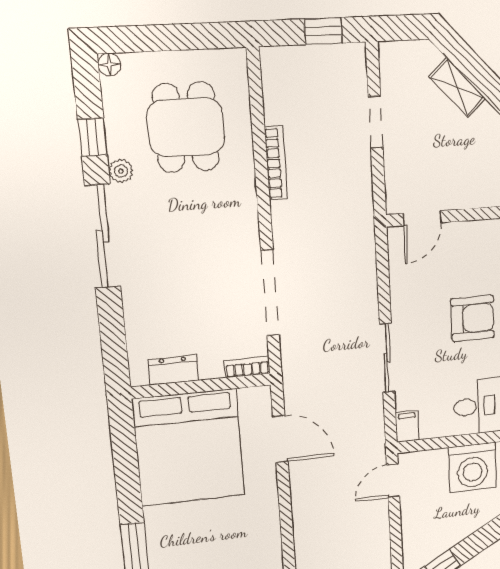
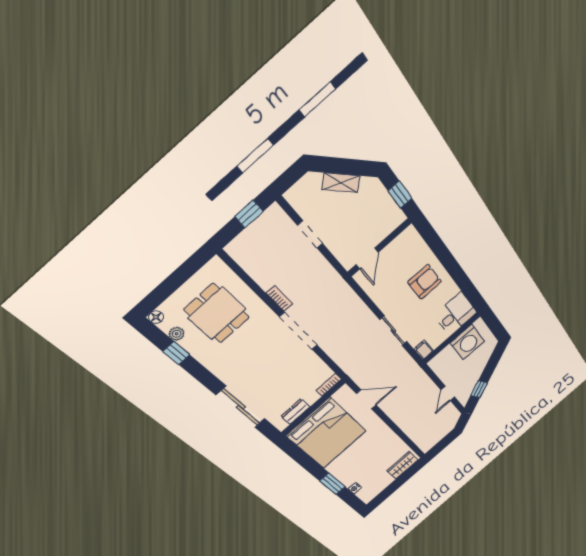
bookcase: (276, 163) -> (279, 298), width x0.64
plant: (121, 171) -> (177, 334), moved
sliding door: (103, 236) -> (241, 407), moved
doorway: (270, 293) -> (299, 331), moved
door: (393, 481) -> (448, 393), moved

